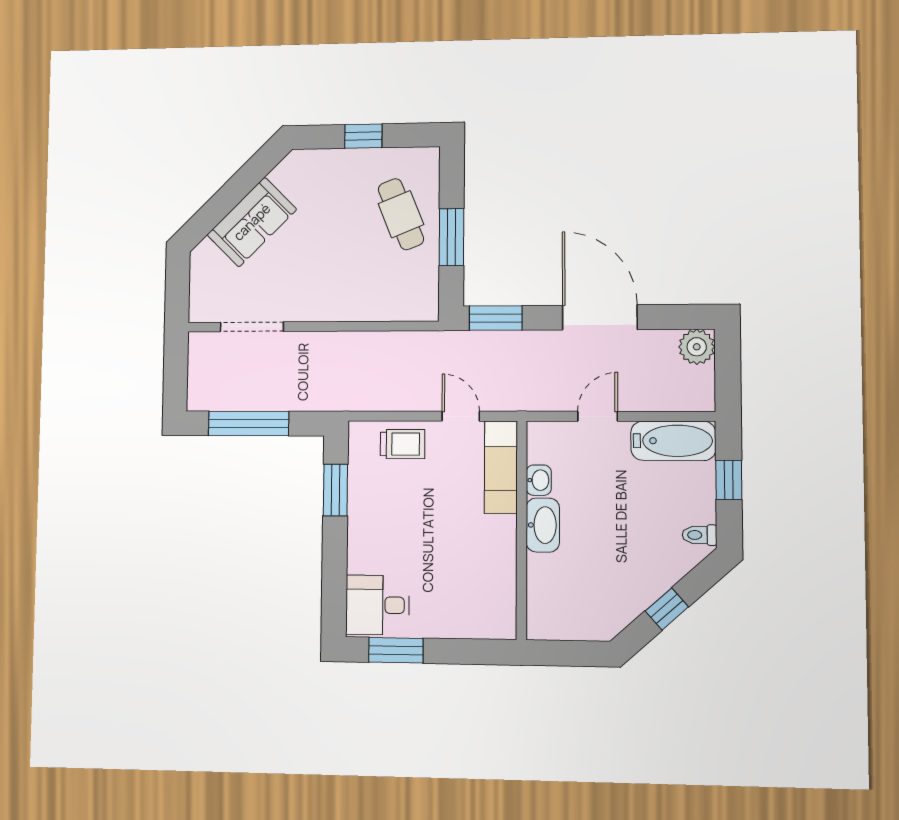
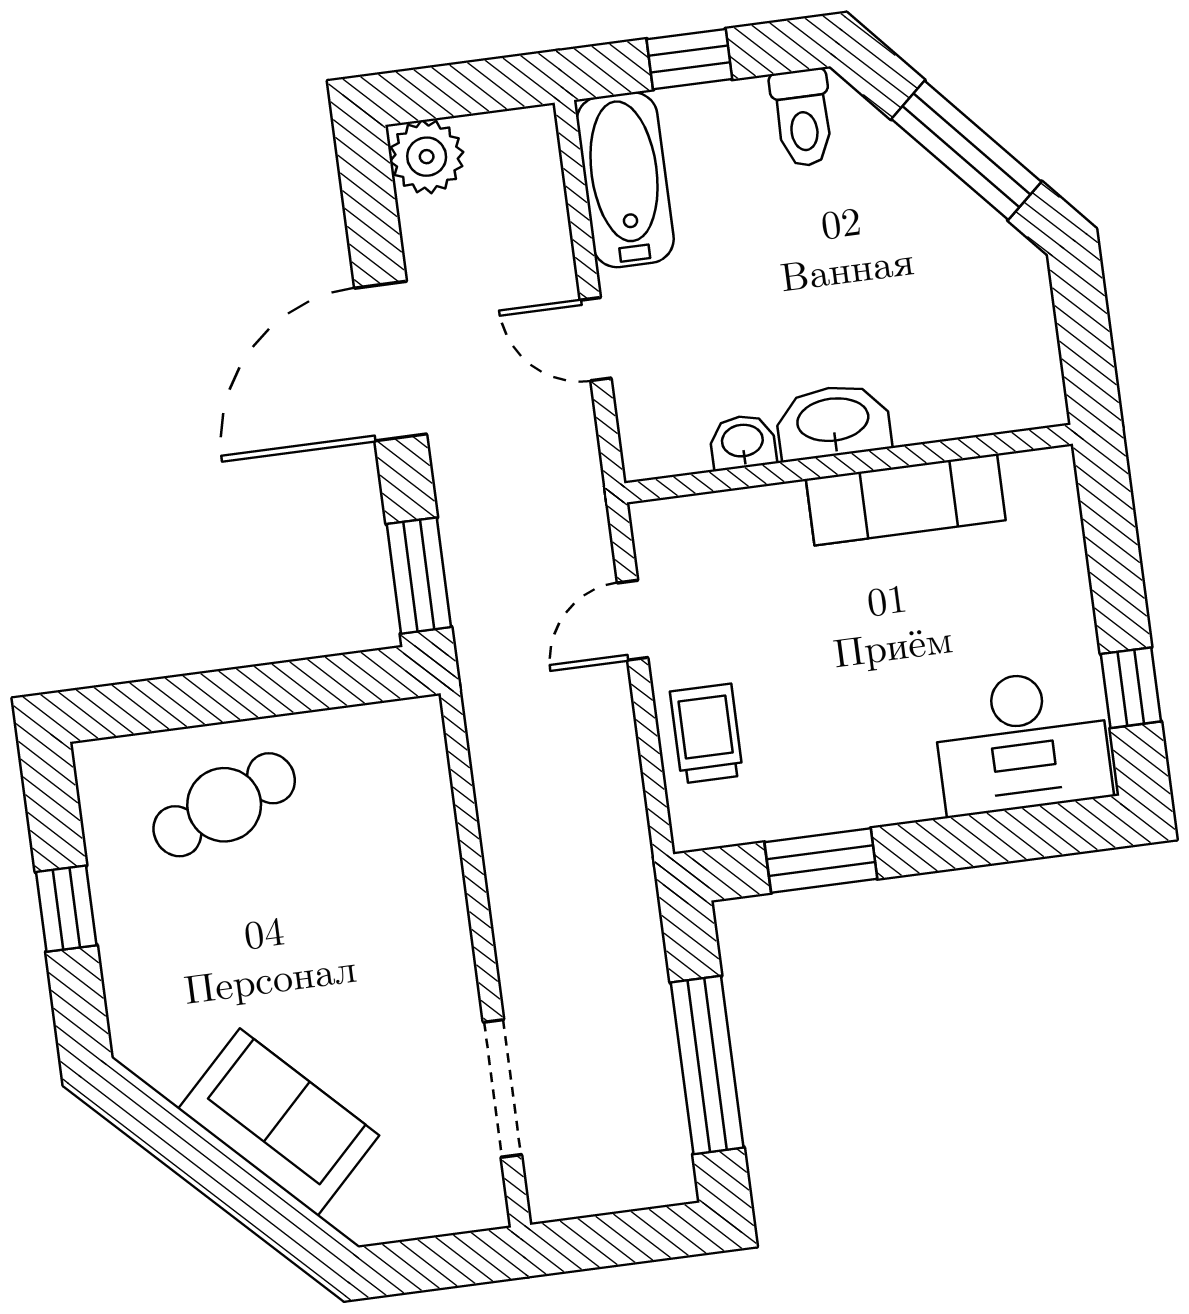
window: (451, 237) -> (260, 691), removed
exam couch: (501, 467) -> (906, 500), moved
toilet: (700, 535) -> (803, 118), width x1.37, depth x1.39
desk: (378, 605) -> (1022, 742), width x1.37
window: (667, 609) -> (966, 150), width x2.17
window: (396, 650) -> (1131, 688), width x0.67

